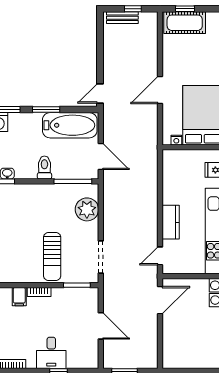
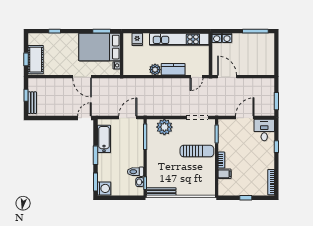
door: (100, 94) -> (84, 118), swing flipped
bathtub: (70, 125) -> (104, 139), width x0.73, depth x0.73
toilet: (44, 168) -> (136, 172), moved
plant: (170, 196) -> (155, 70), added
door: (160, 256) -> (196, 77), hinge flipped
desk: (51, 353) -> (264, 130), moved, turned -90

